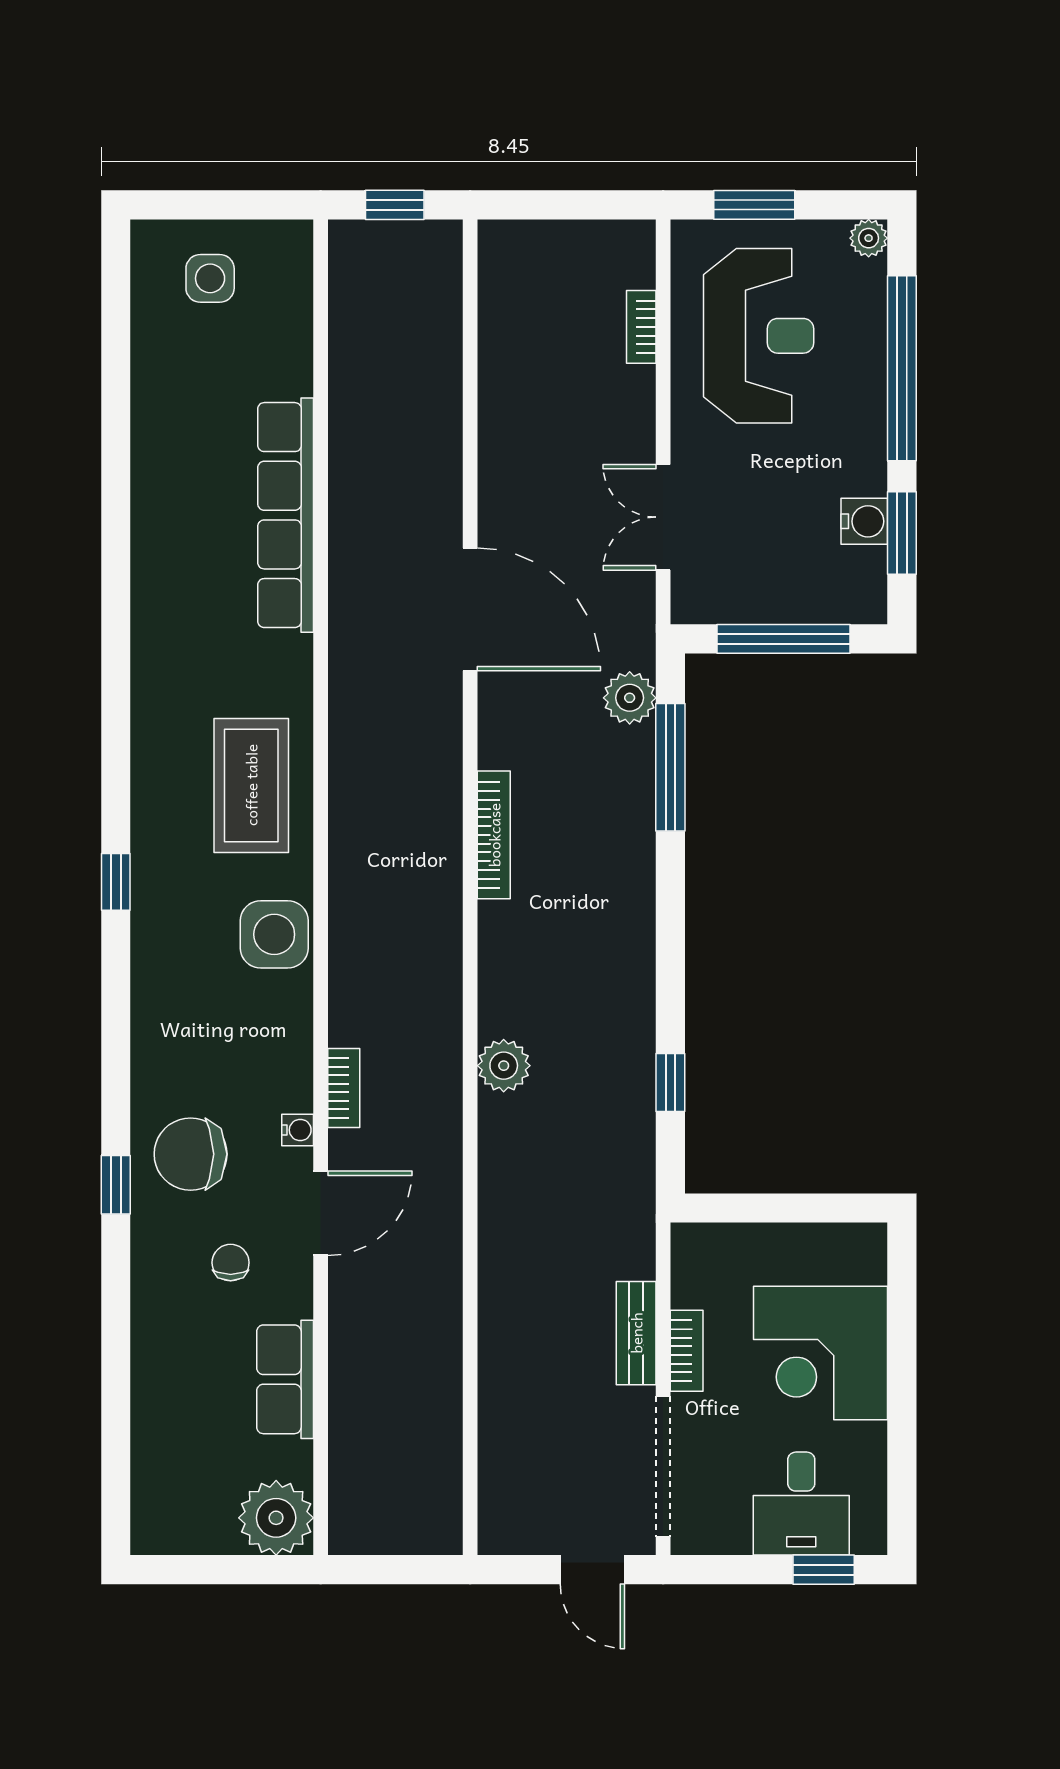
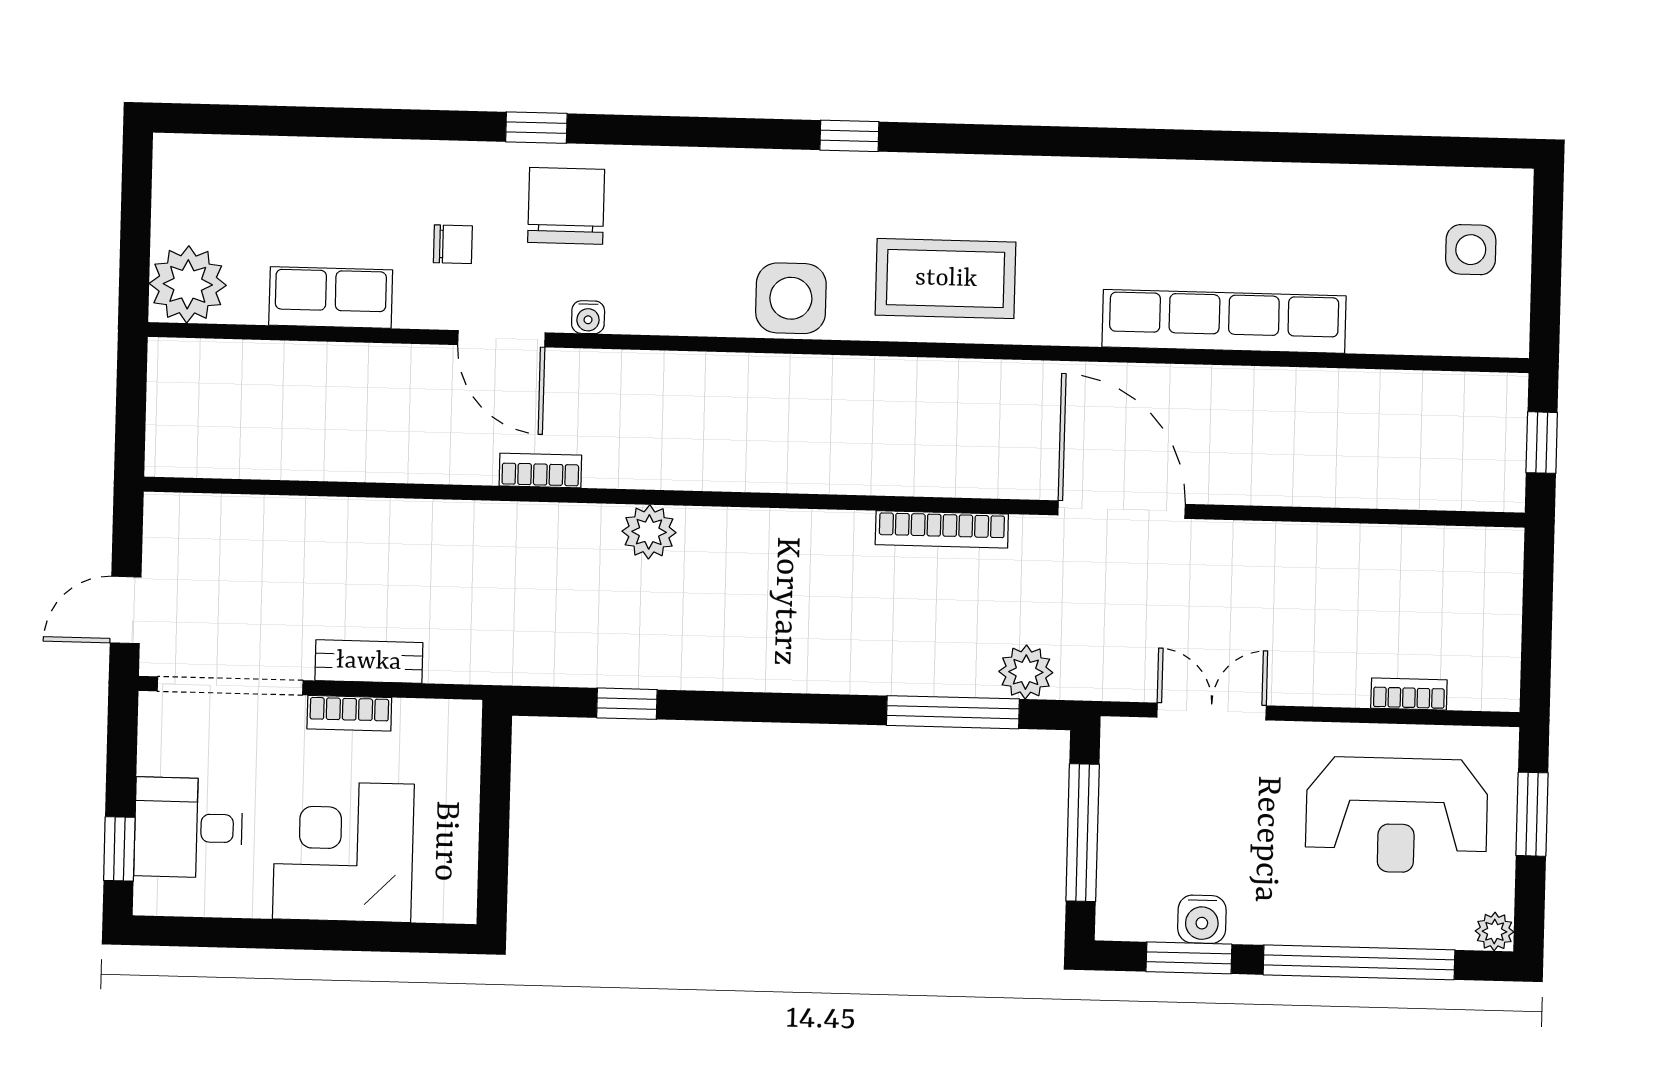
door: (470, 609) -> (1122, 510), swing flipped
bookcase: (494, 835) -> (942, 529), moved
bookcase: (344, 1088) -> (540, 471), moved, turned 180

